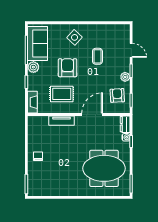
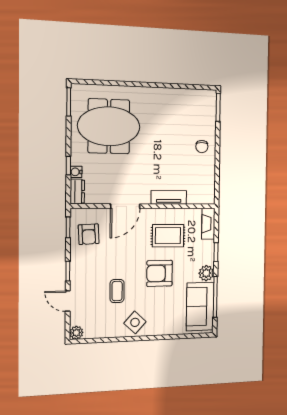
side table: (75, 37) -> (135, 322), moved
armchair: (68, 68) -> (160, 273), turned 90
plant: (125, 77) -> (76, 333), moved

